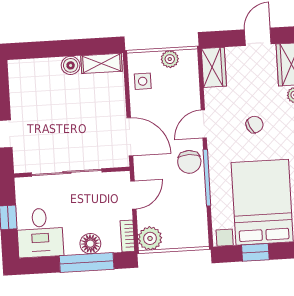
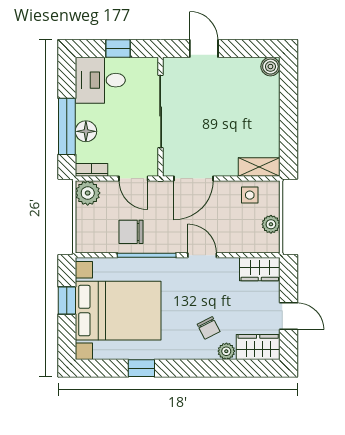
shelving: (102, 63) -> (259, 167), moved, turned 90
boiler: (71, 65) -> (270, 67), moved
chair: (255, 125) -> (209, 328), moved
chair: (189, 162) -> (131, 232), moved

